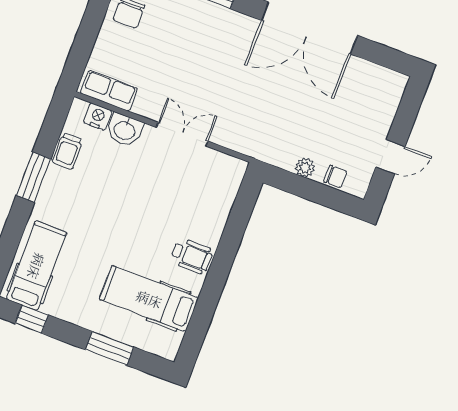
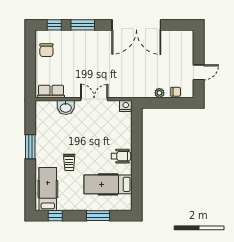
nightstand: (98, 117) -> (126, 106), moved
trolley: (68, 151) -> (69, 162), moved

